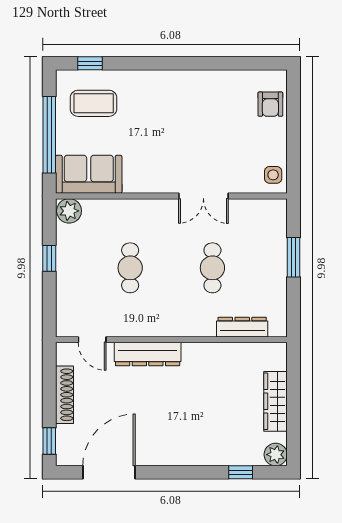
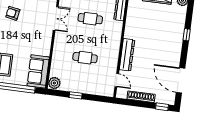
armchair: (203, 105) -> (13, 13), added
door: (92, 340) -> (117, 80), hinge flipped
window: (241, 472) -> (187, 35), moved

